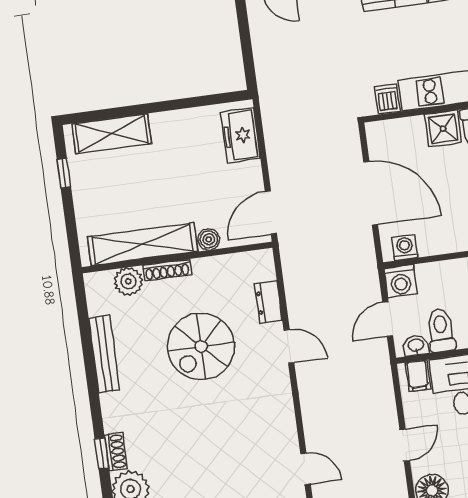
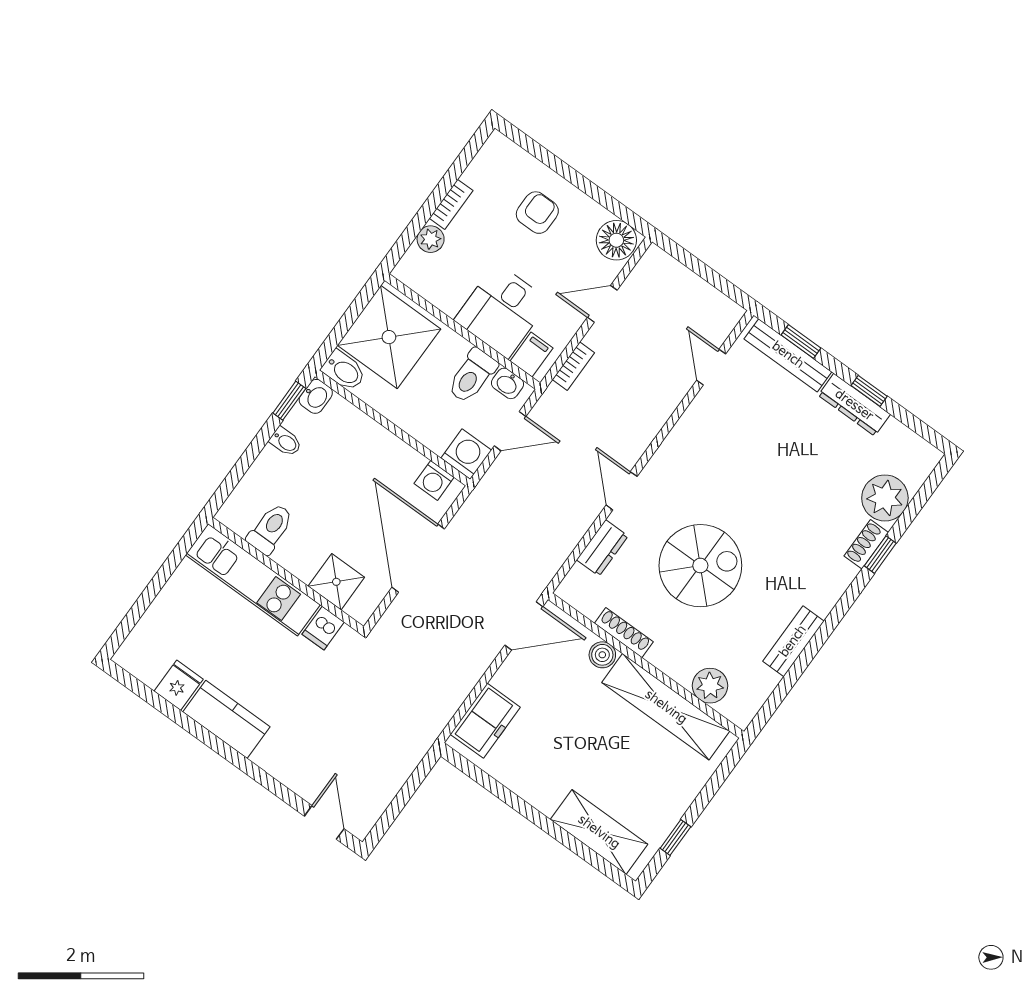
shower: (443, 129) -> (336, 582), moved
shoe rack: (167, 270) -> (624, 633), moved
bench: (104, 354) -> (793, 641), width x0.73
bookcase: (387, 392) -> (573, 366), added

